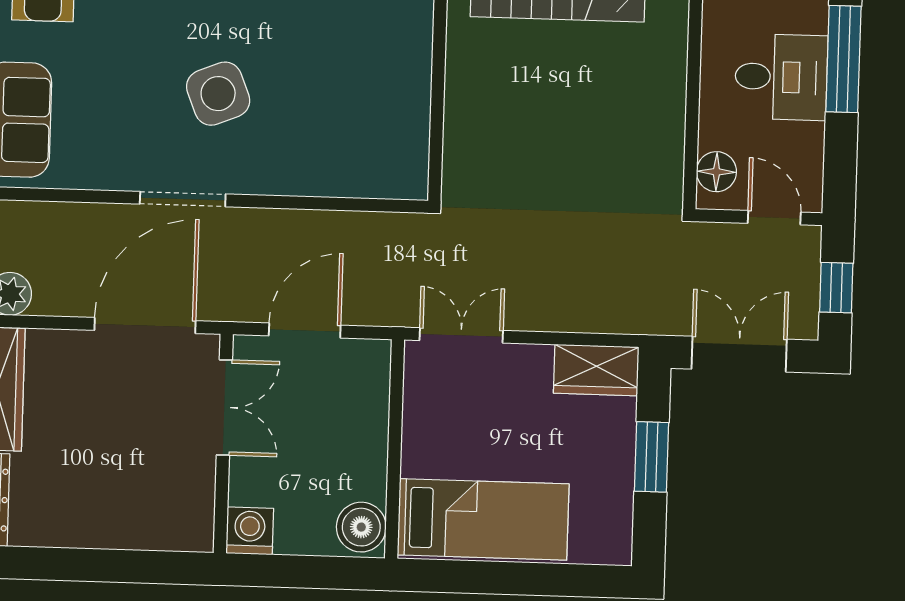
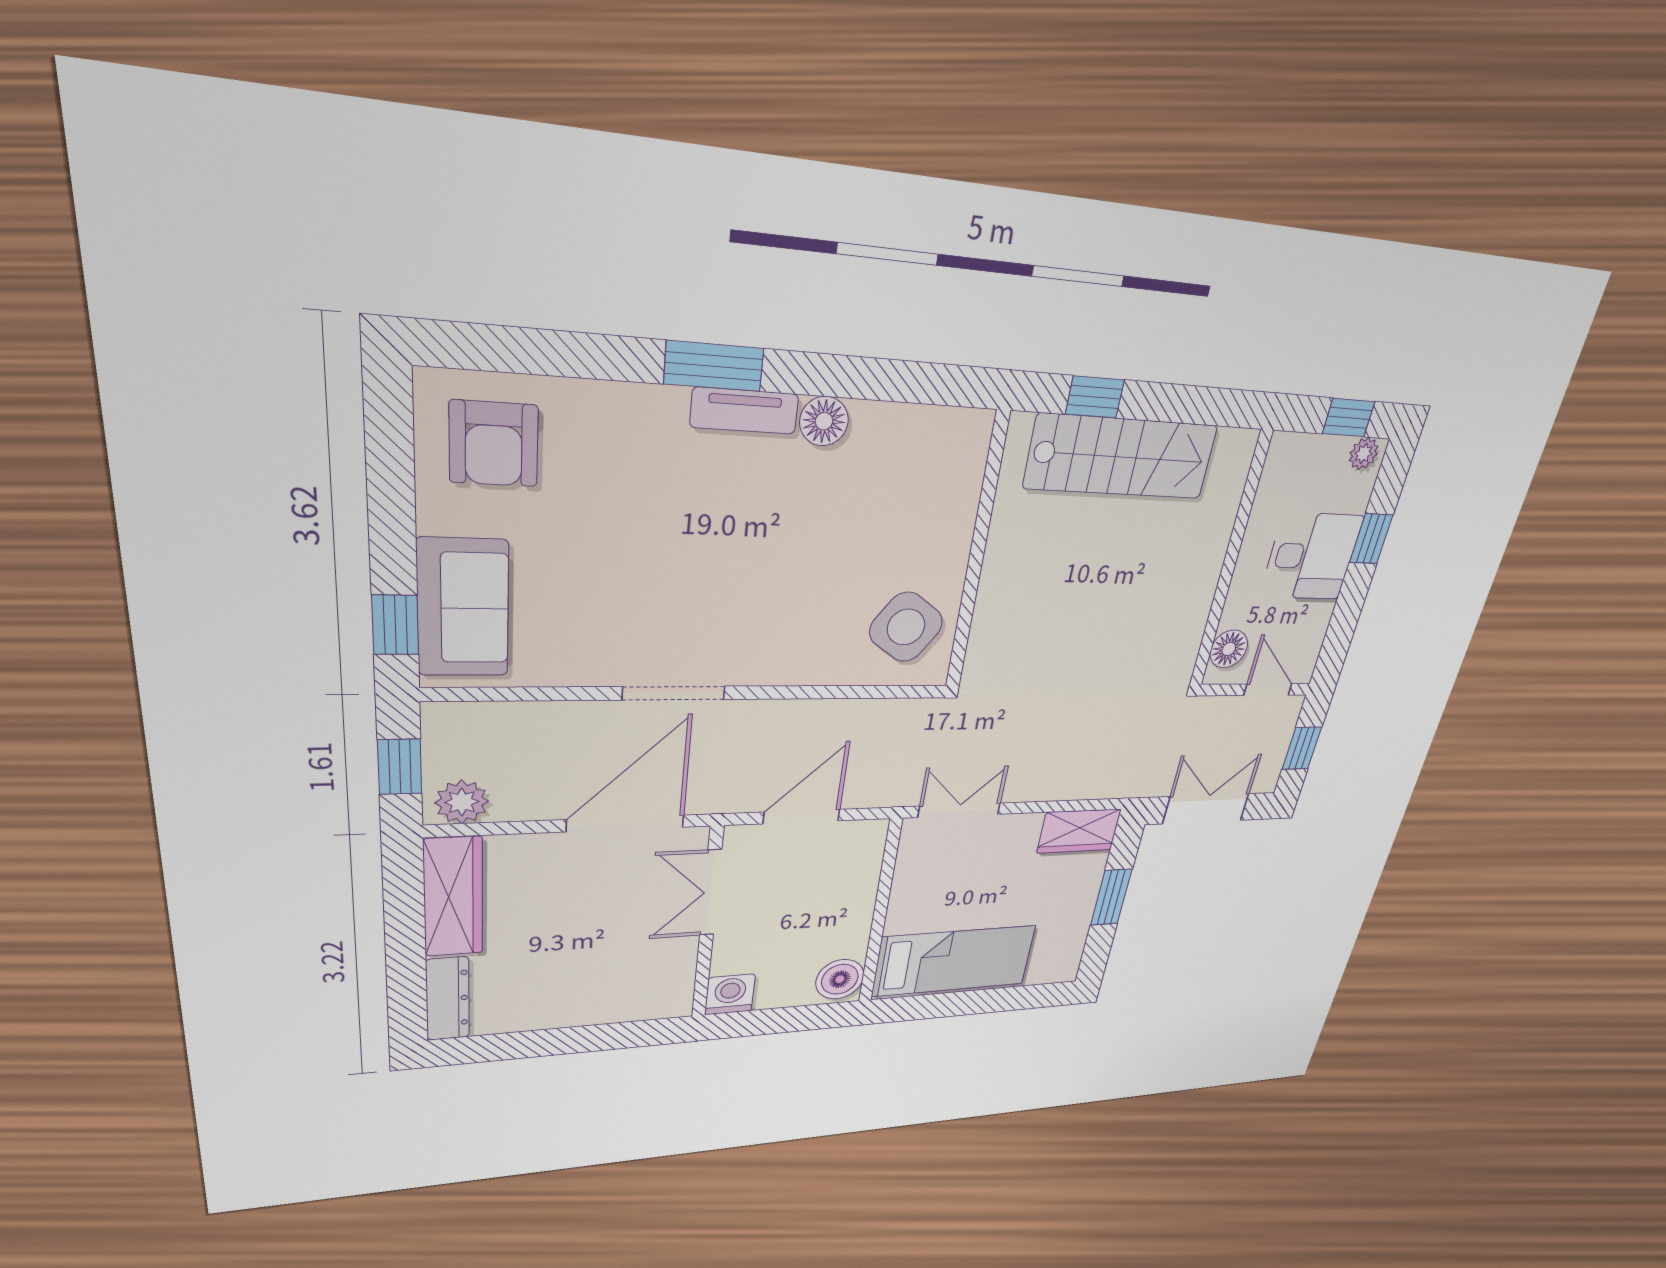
window: (843, 59) -> (1371, 539), width x0.46
side table: (218, 94) -> (906, 627), moved, turned -33
double door: (224, 407) -> (711, 893), swing flipped

